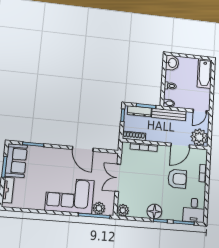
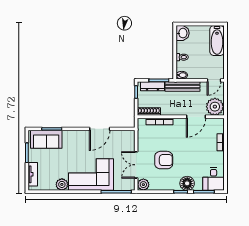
door: (83, 149) -> (100, 129), hinge flipped
sofa: (16, 161) -> (46, 139), moved, turned 90
double door: (118, 178) -> (136, 165), moved
armchair: (177, 179) -> (164, 160), moved
plant: (99, 208) -> (62, 184), moved
floor lamp: (154, 211) -> (187, 183), moved

